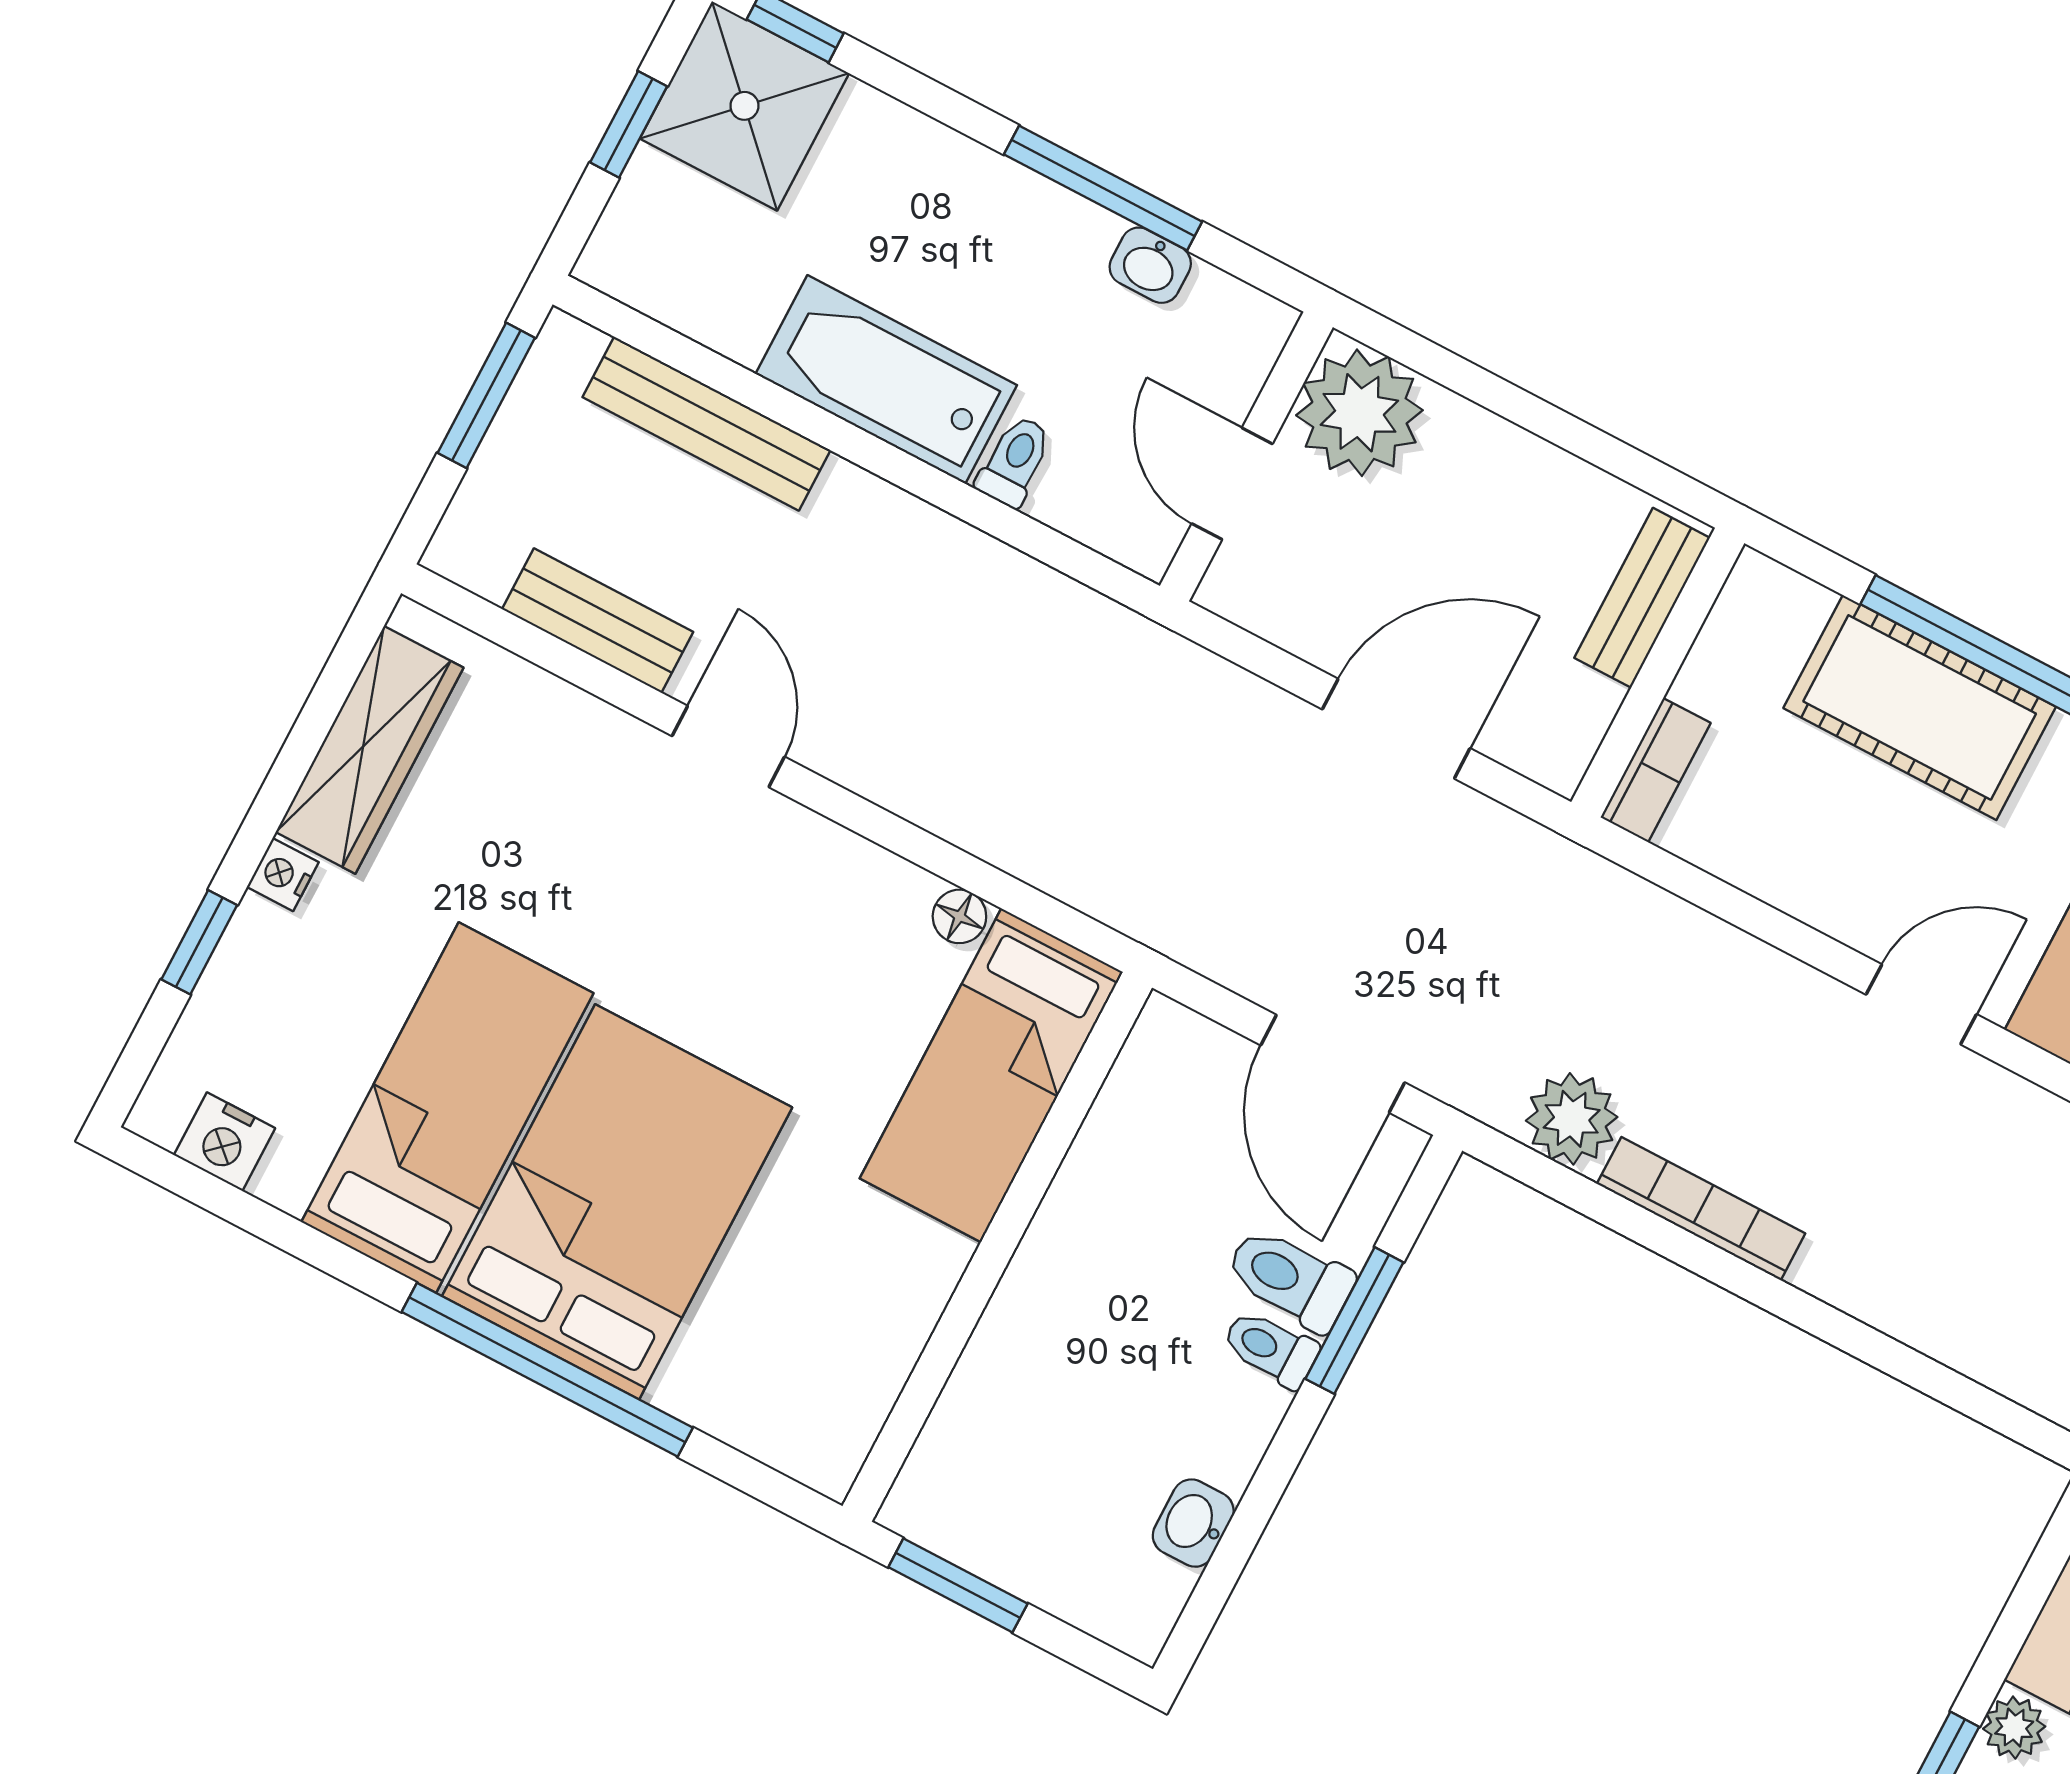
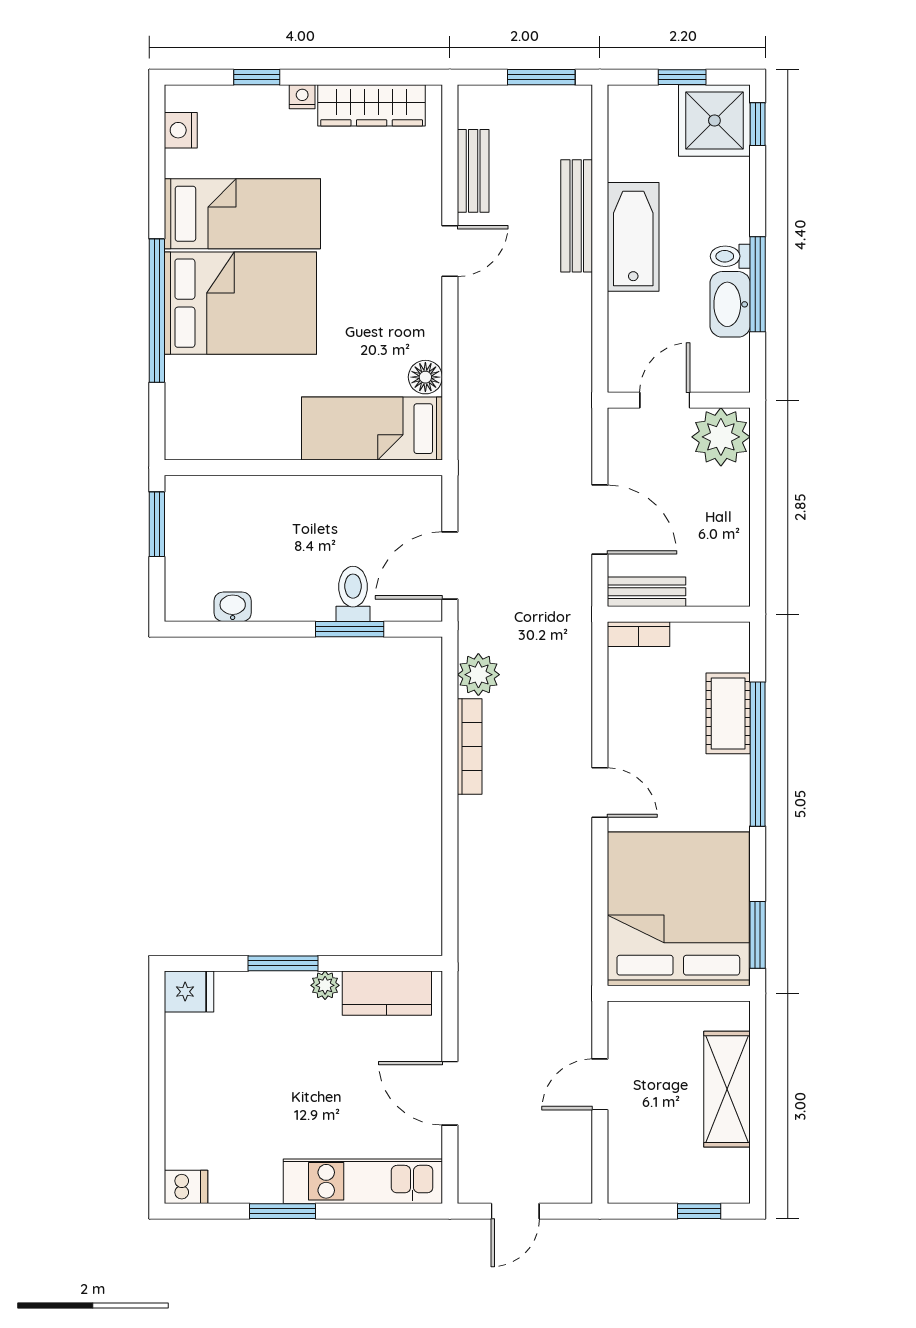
washbasin: (1150, 265) -> (730, 304), width x1.91, depth x1.45
bench: (707, 424) -> (577, 216), moved
toilet: (1015, 461) -> (730, 256), moved, turned 180
bench: (1642, 598) -> (647, 592), moved
cot: (1920, 707) -> (728, 713), width x0.73, depth x0.75
floor lamp: (959, 916) -> (425, 377), width x1.37, depth x1.37
toilet: (1270, 1349) -> (320, 601), removed

